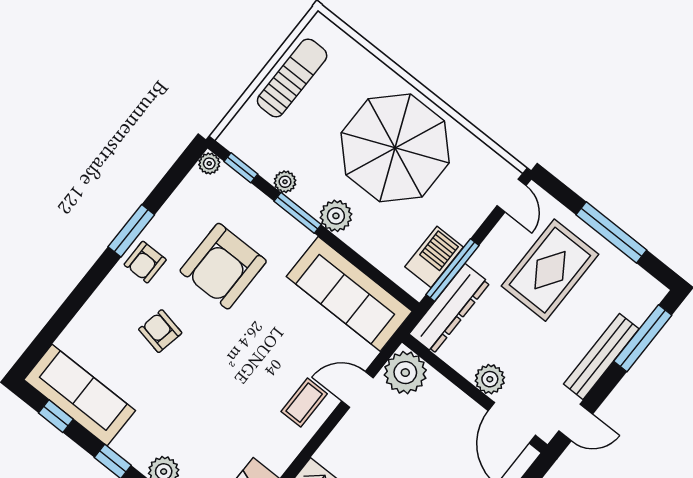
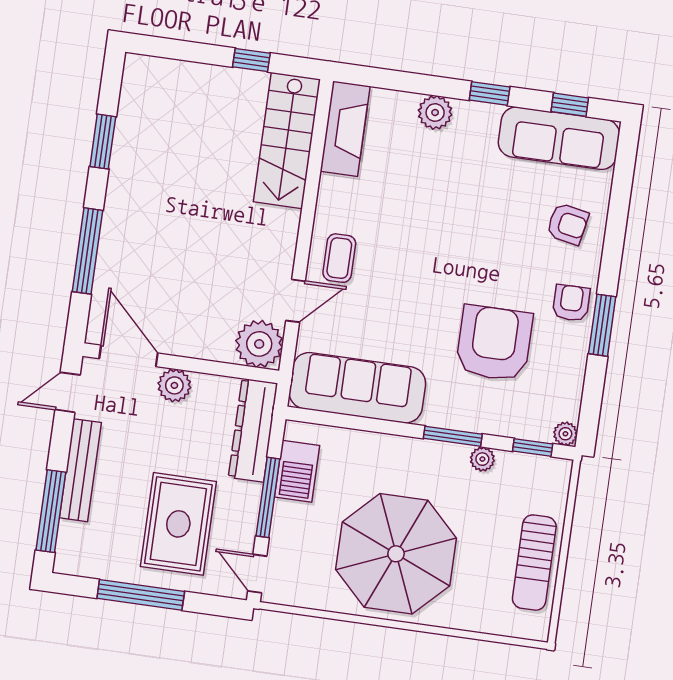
plant: (336, 216) -> (414, 455), removed
window: (452, 270) -> (268, 497), moved
armchair: (160, 331) -> (567, 224), moved

